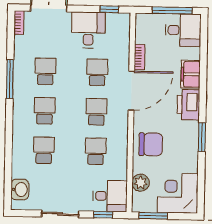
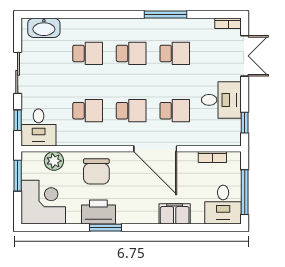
bookcase: (139, 57) -> (212, 157), moved
printer: (188, 105) -> (98, 212), moved
washbasin: (20, 189) -> (44, 28), width x1.38

